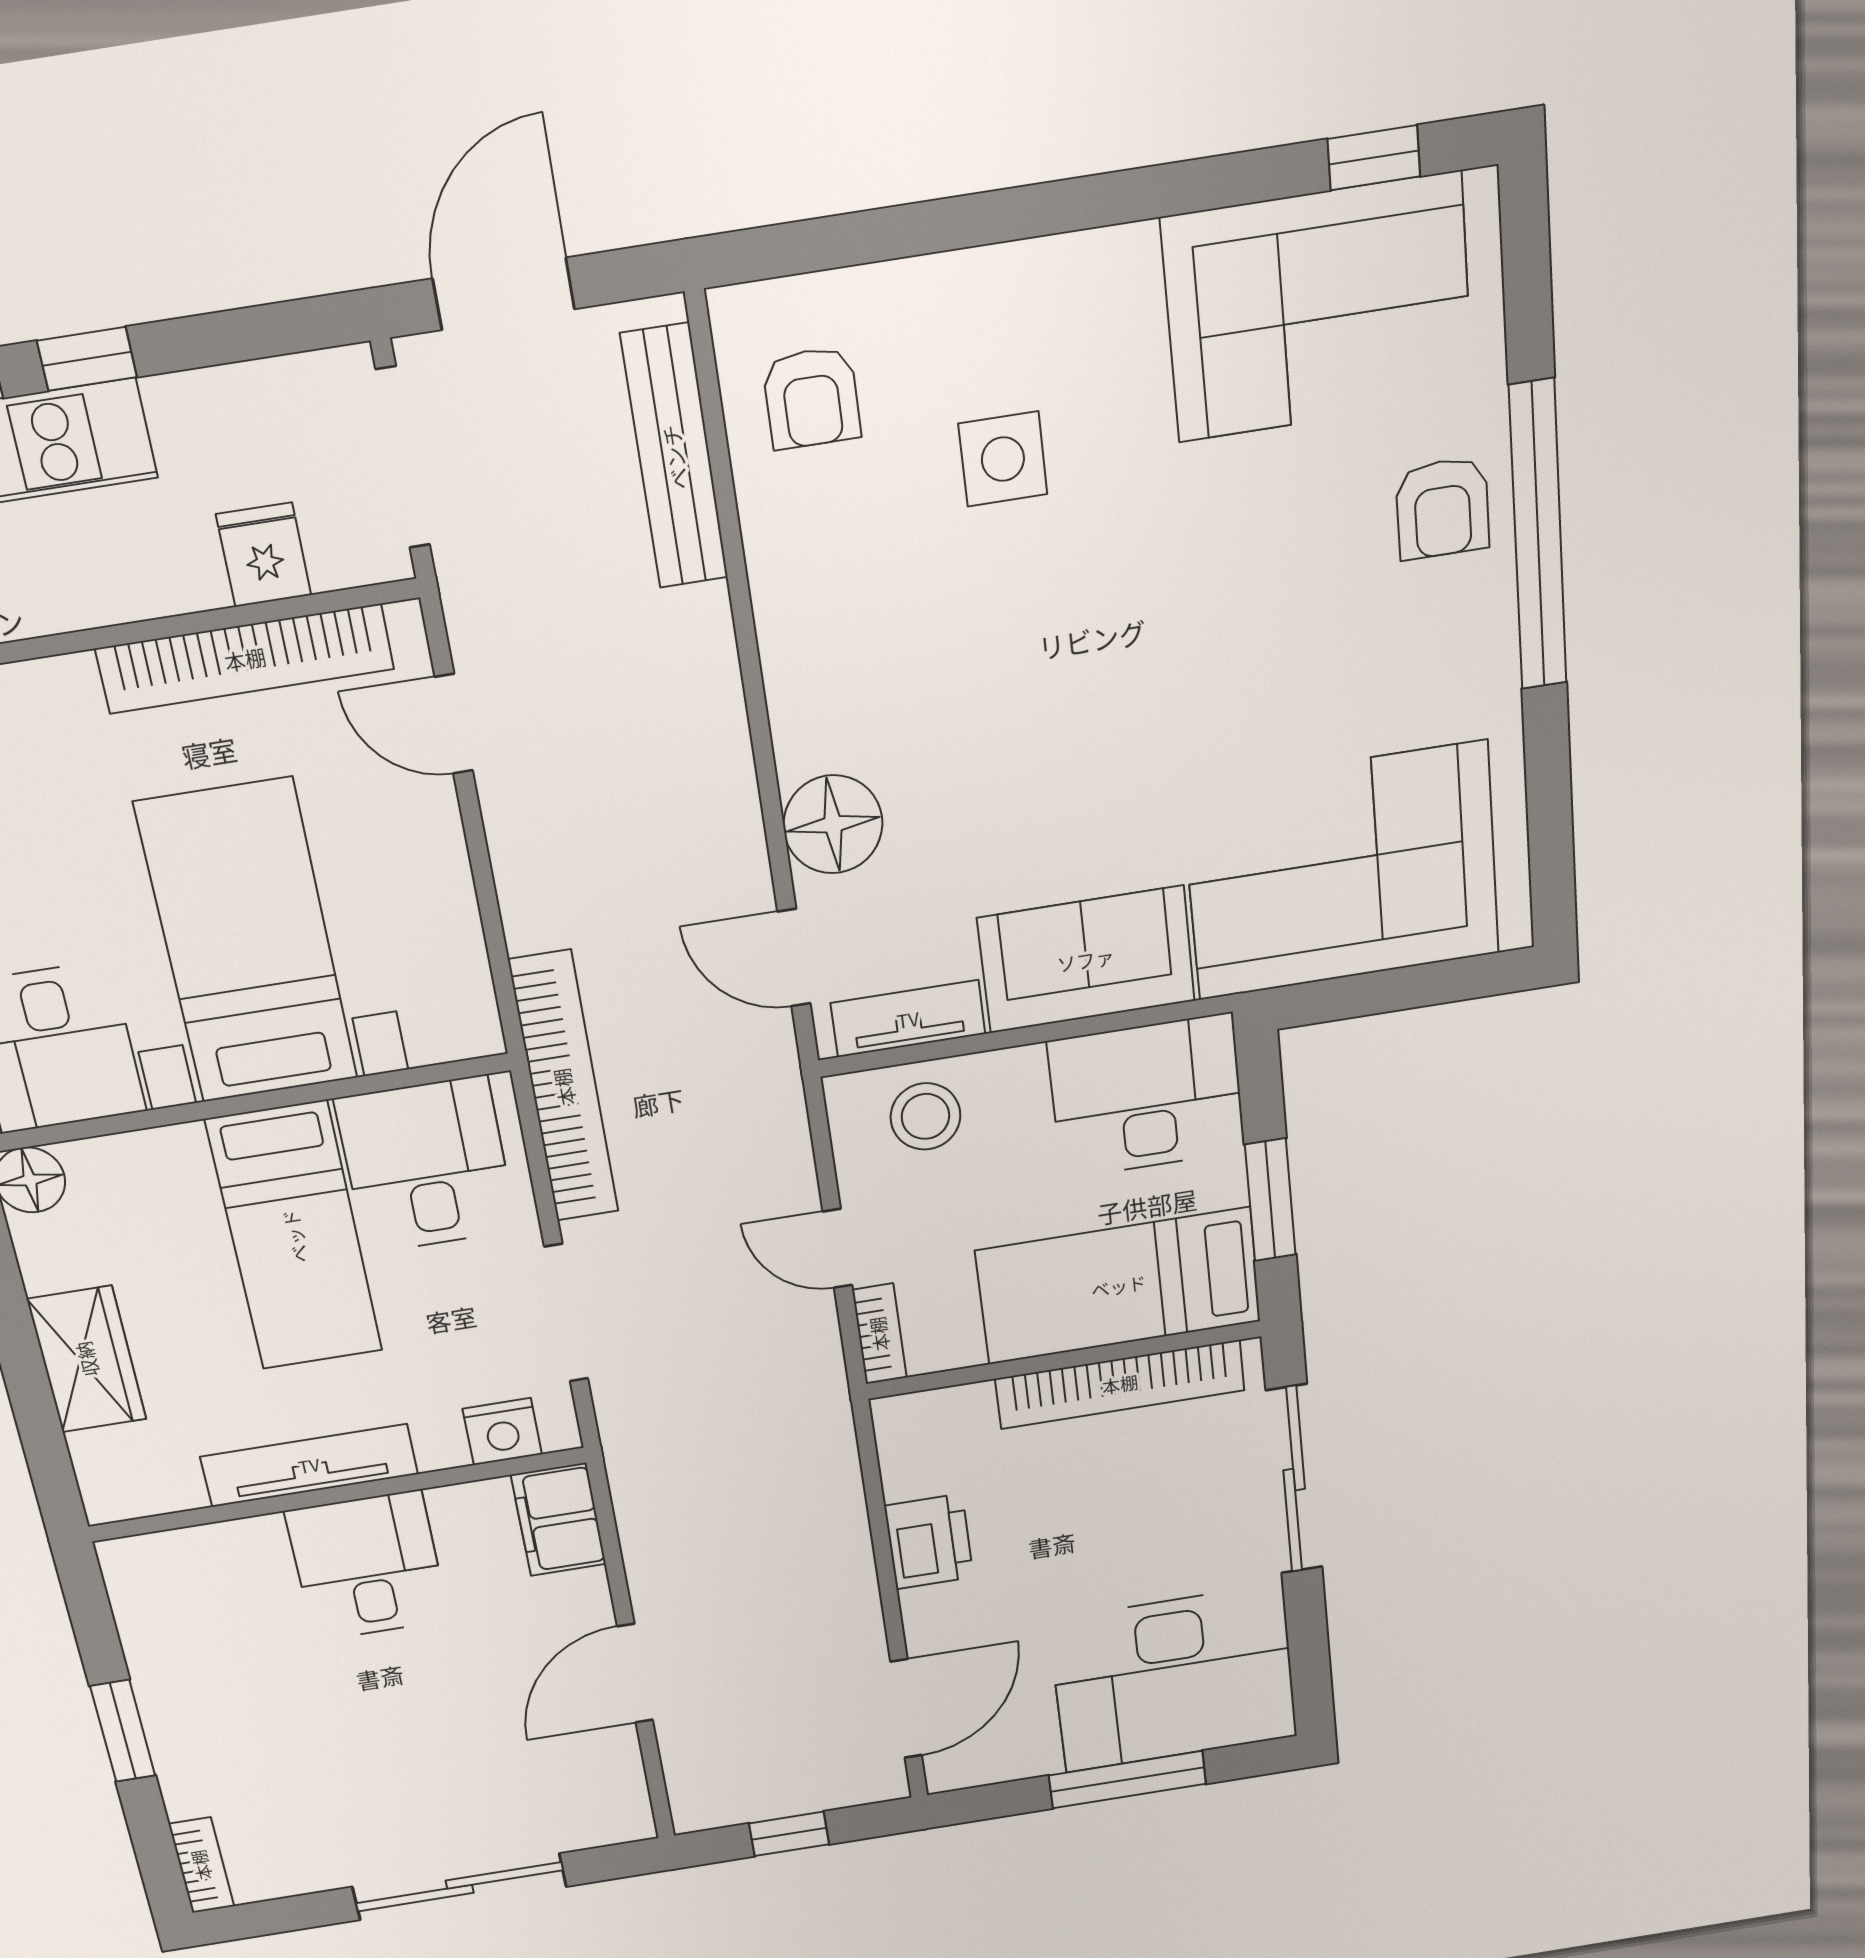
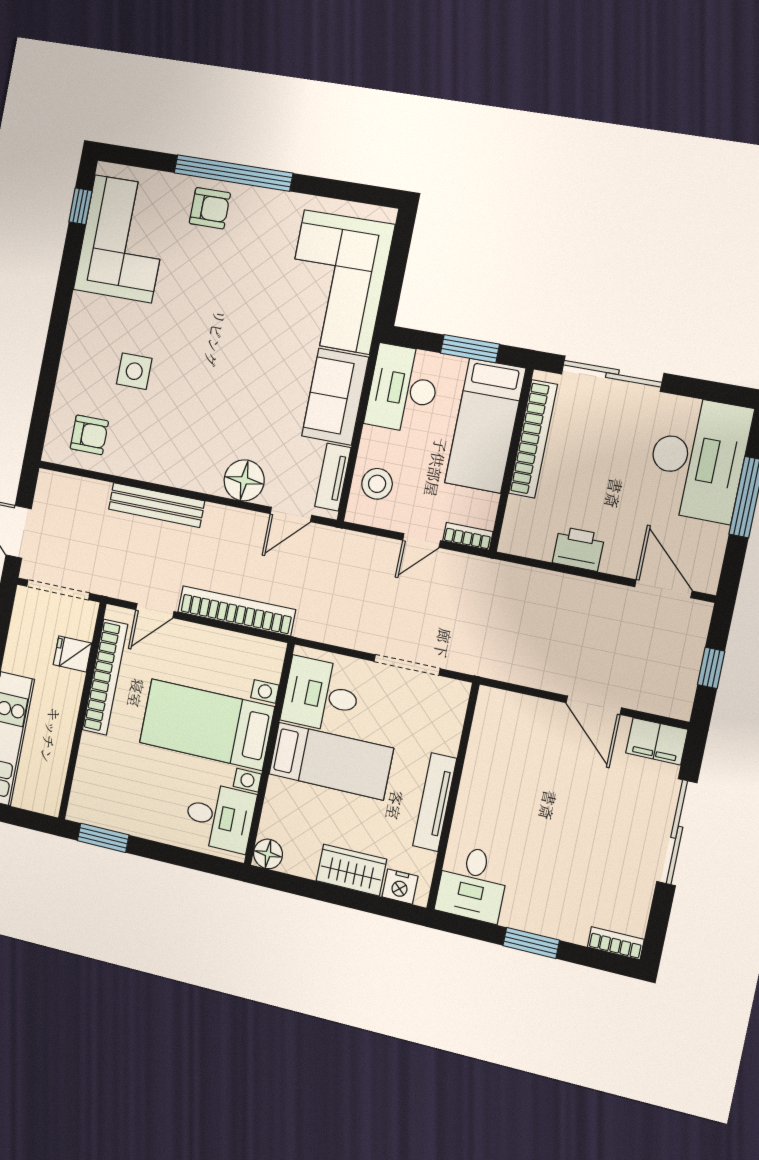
bench: (675, 457) -> (156, 505), moved
bookcase: (564, 1087) -> (236, 611), moved
nightstand: (502, 1432) -> (400, 887), moved, turned 90
filing cabinet: (559, 1520) -> (657, 741), moved
desk: (367, 1566) -> (472, 883), moved, turned -90

